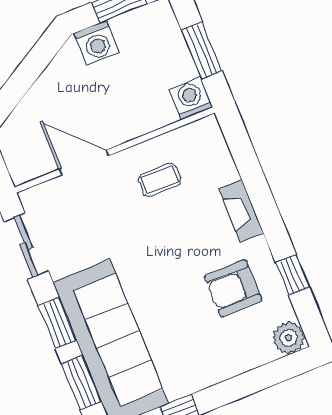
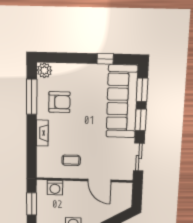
washing machine: (191, 98) -> (55, 188), moved
window: (292, 275) -> (32, 97), width x2.17

